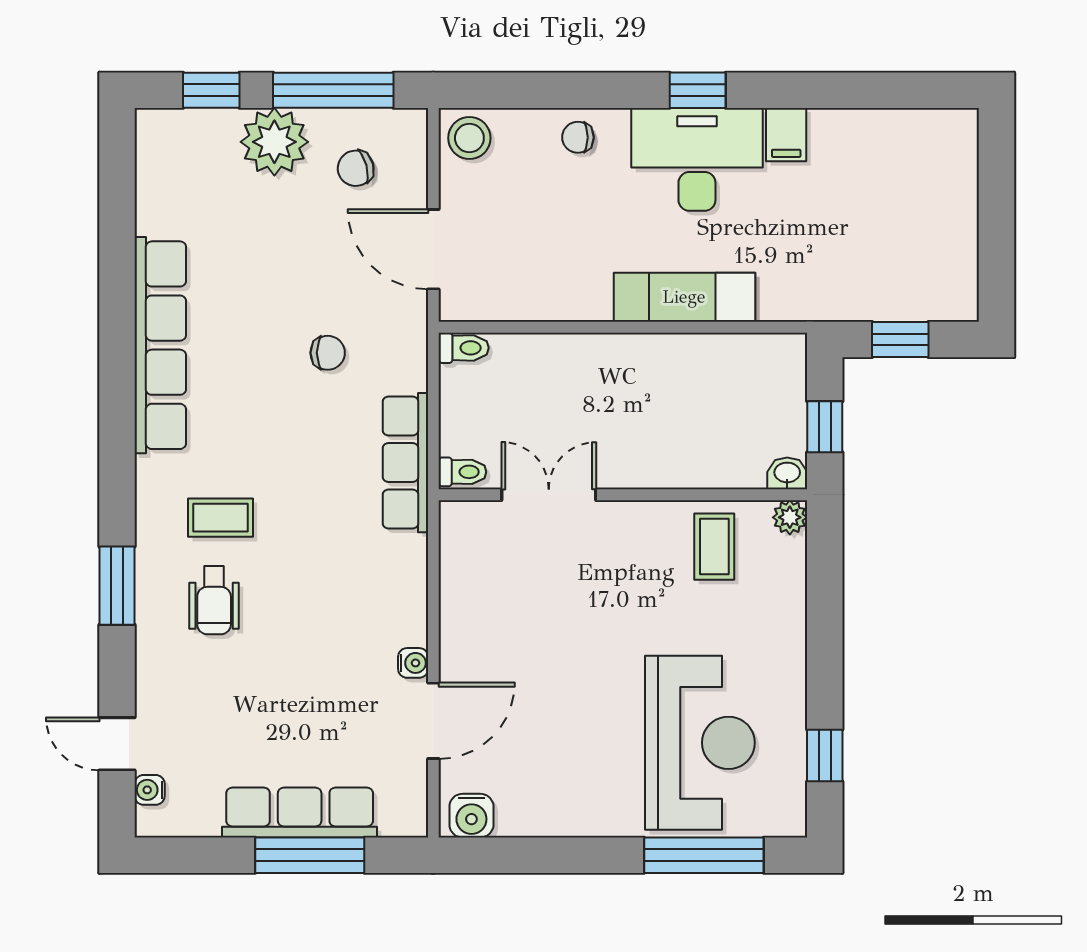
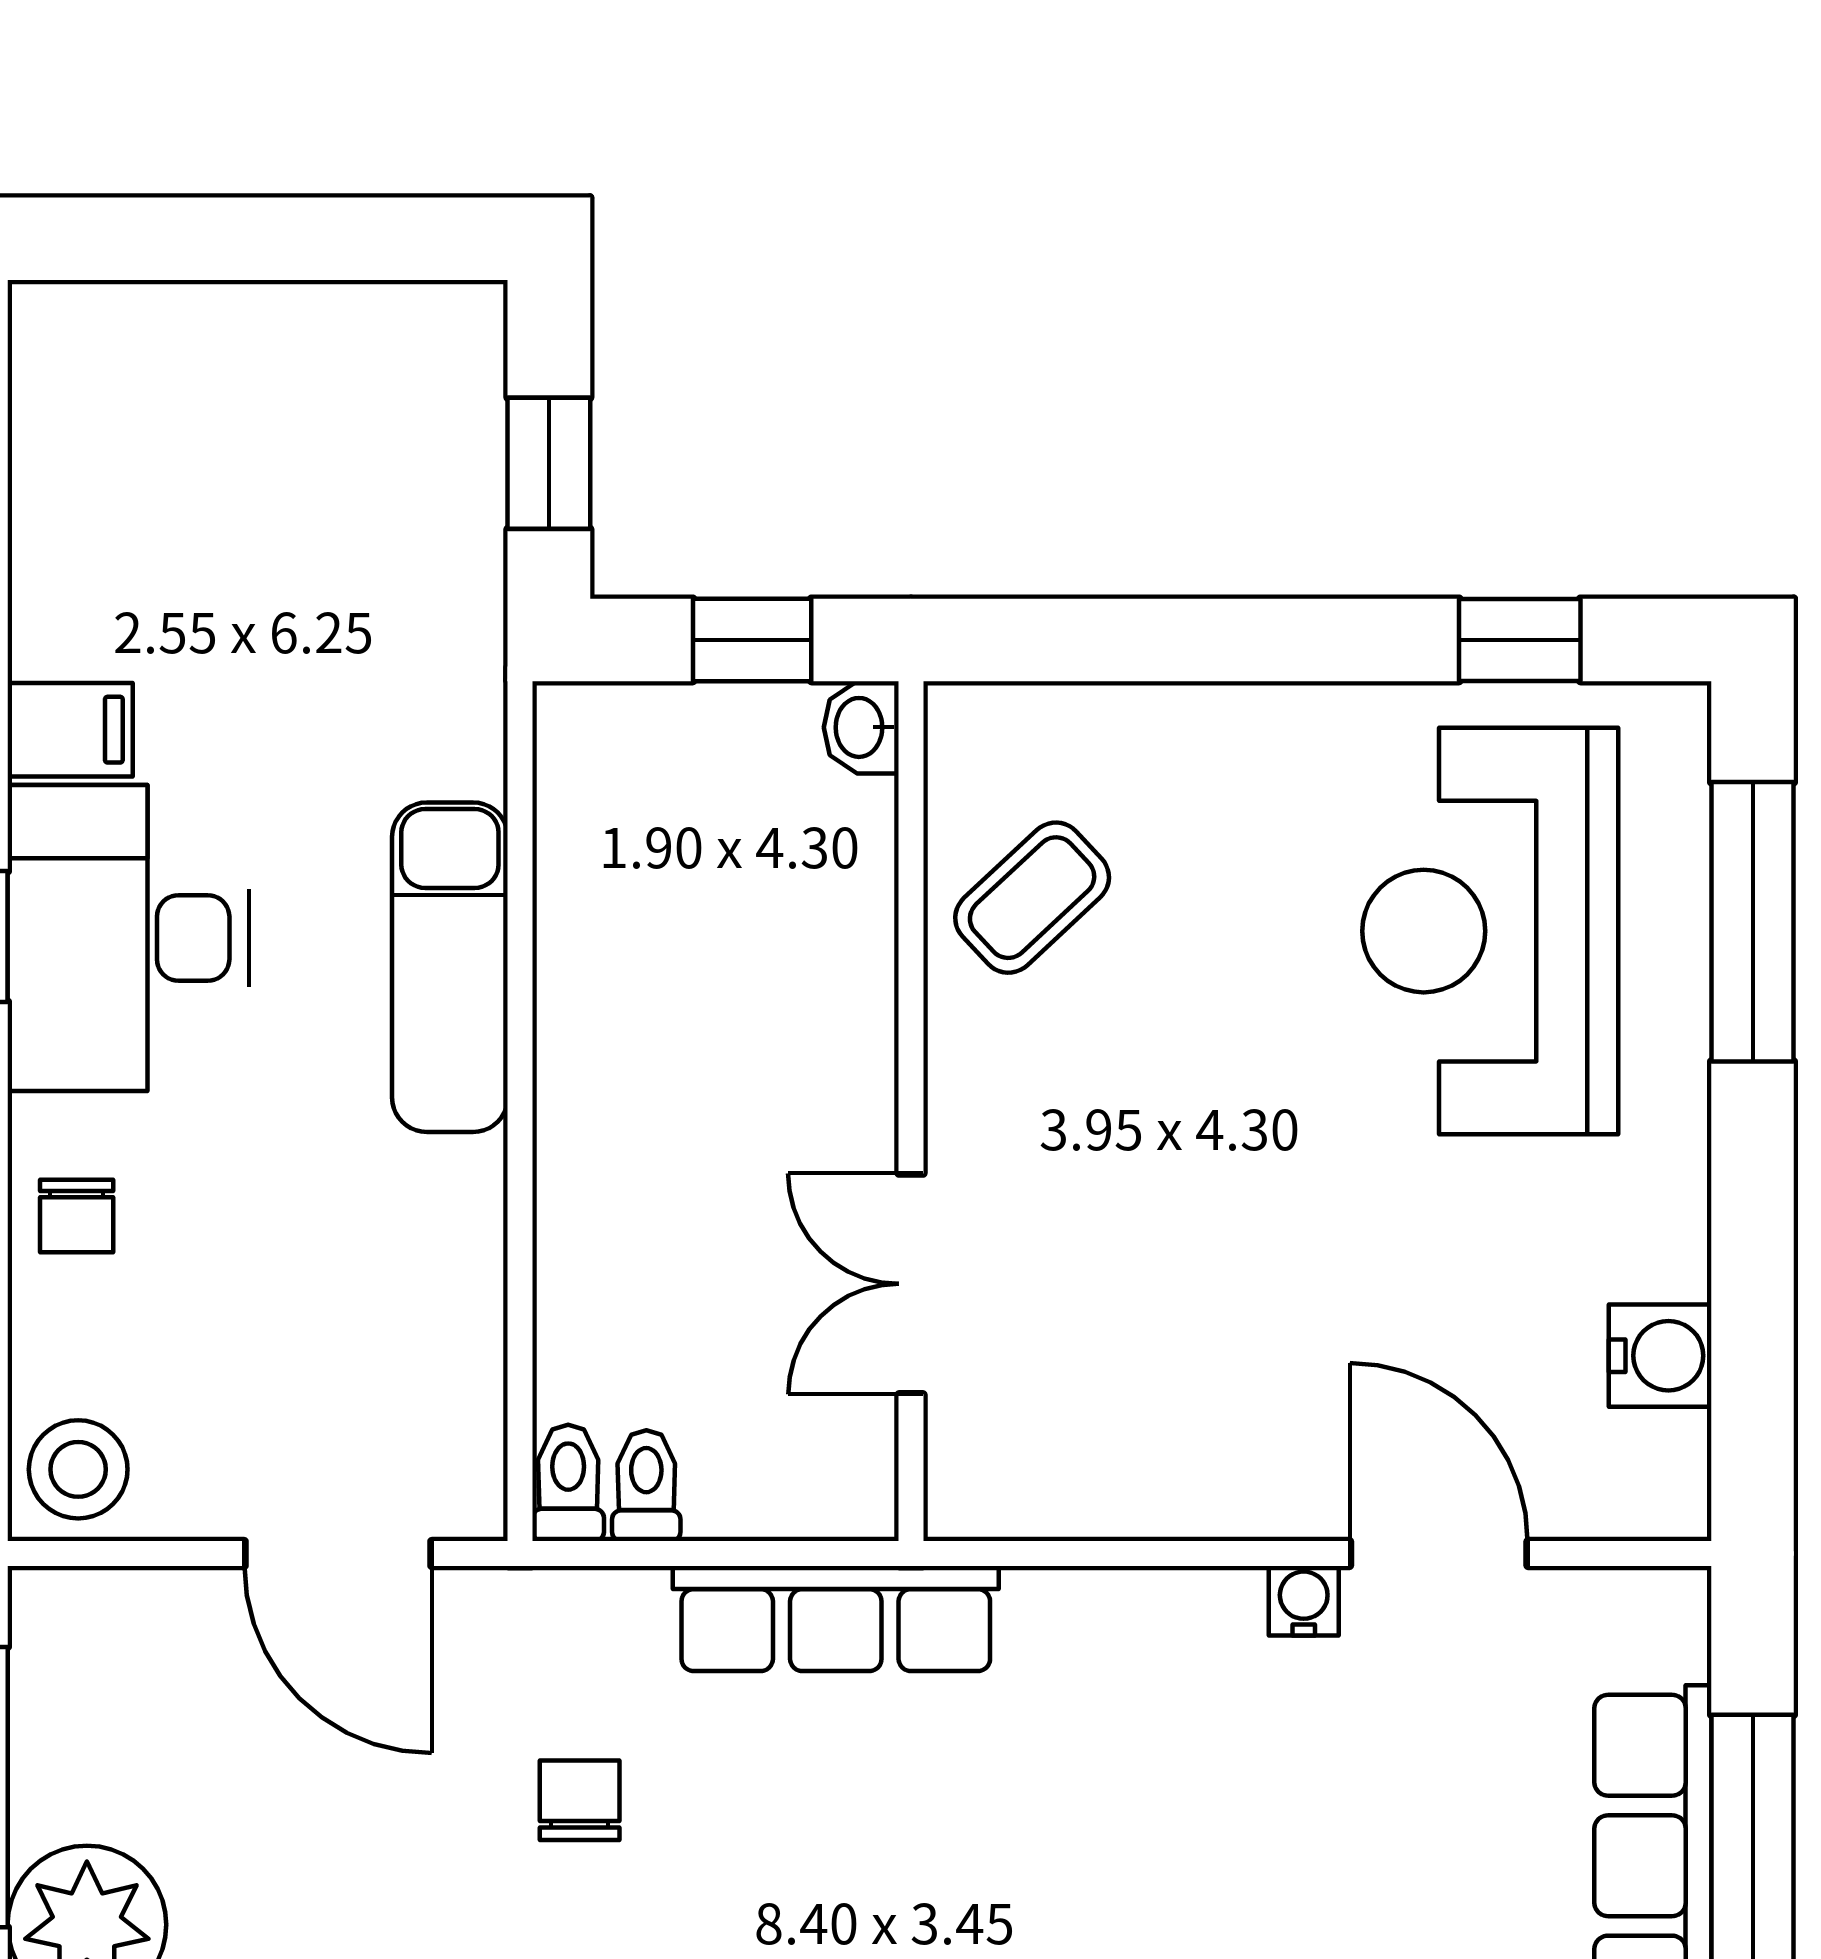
chair: (356, 168) -> (149, 1735), removed
door: (433, 249) -> (338, 1554), hinge flipped
toilet: (462, 472) -> (646, 1486), moved
plant: (790, 517) -> (964, 721), removed
coffee table: (714, 547) -> (1032, 898), turned -43
reception desk: (700, 743) -> (1490, 931), turned -90
water cooler: (471, 816) -> (1660, 1356), moved

